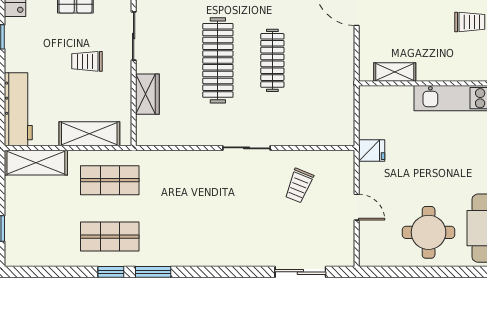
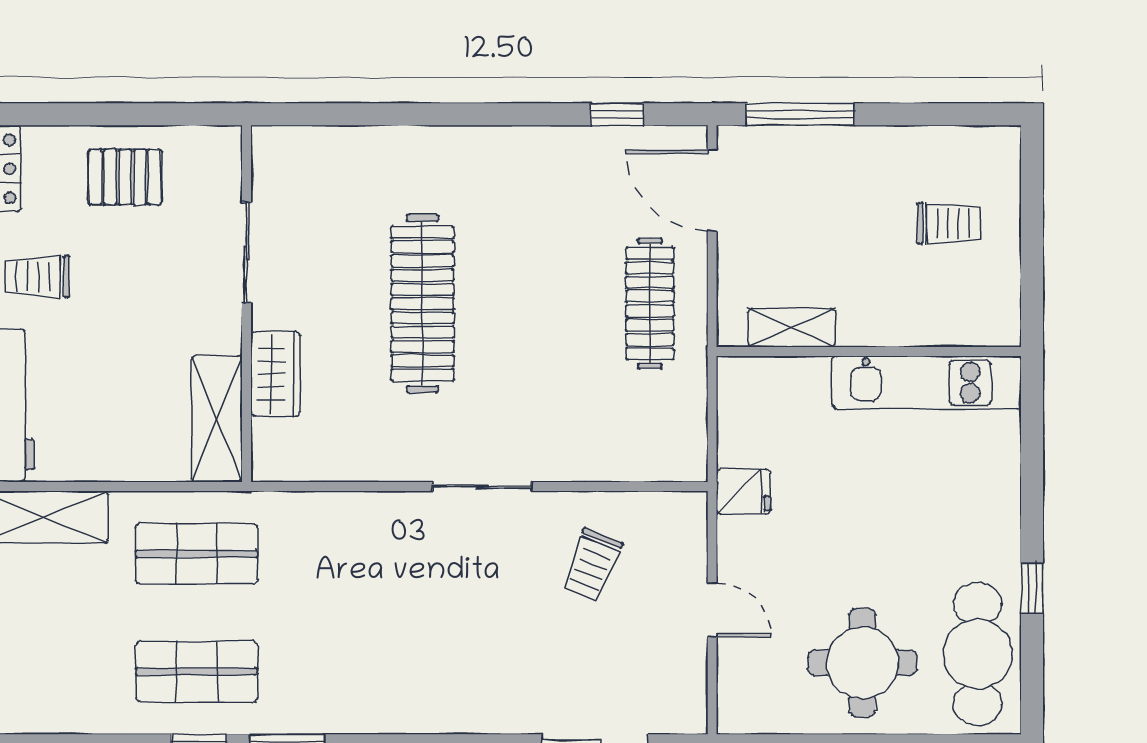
clothes rail: (272, 60) -> (650, 304), moved
trolley: (87, 61) -> (37, 277), moved
shelving: (89, 134) -> (217, 419), moved, turned 90

